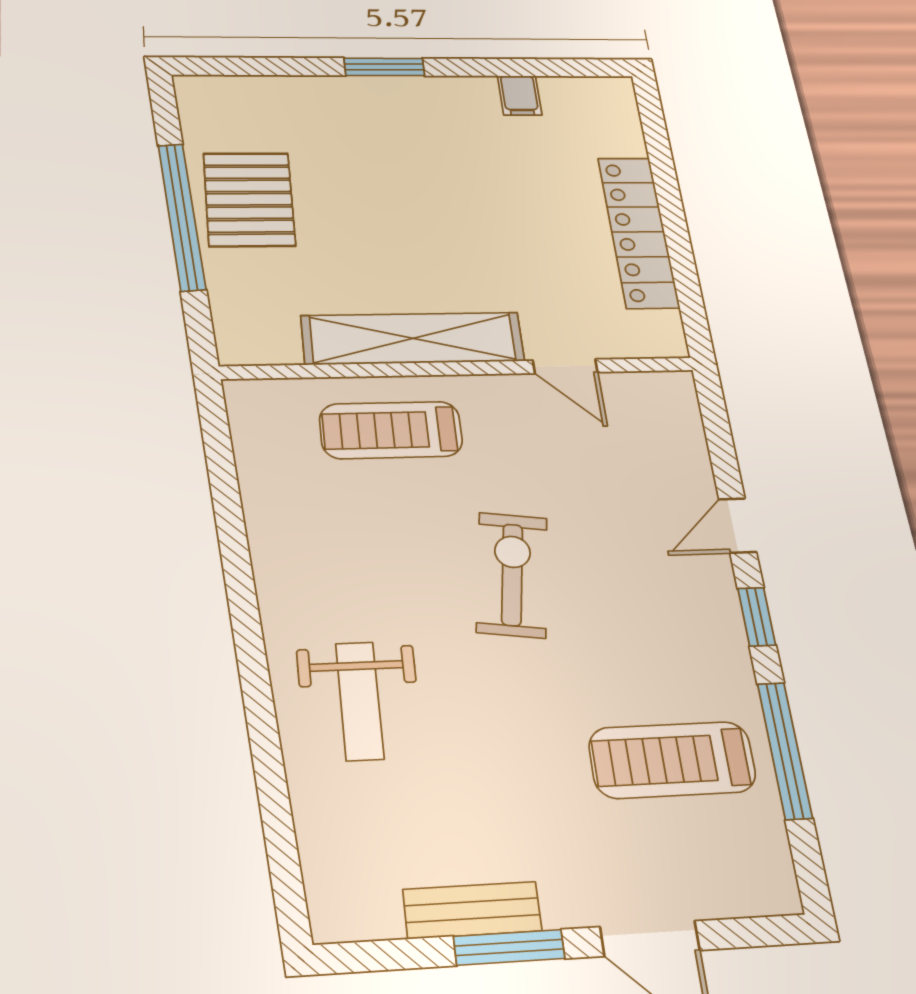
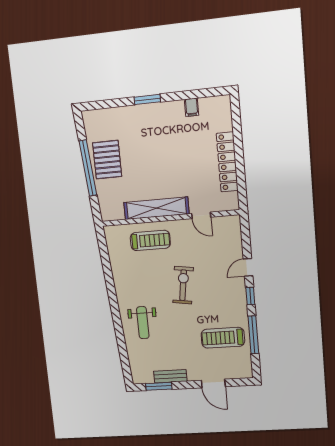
treadmill: (391, 430) -> (150, 240), turned 180
window: (509, 947) -> (159, 386), moved

